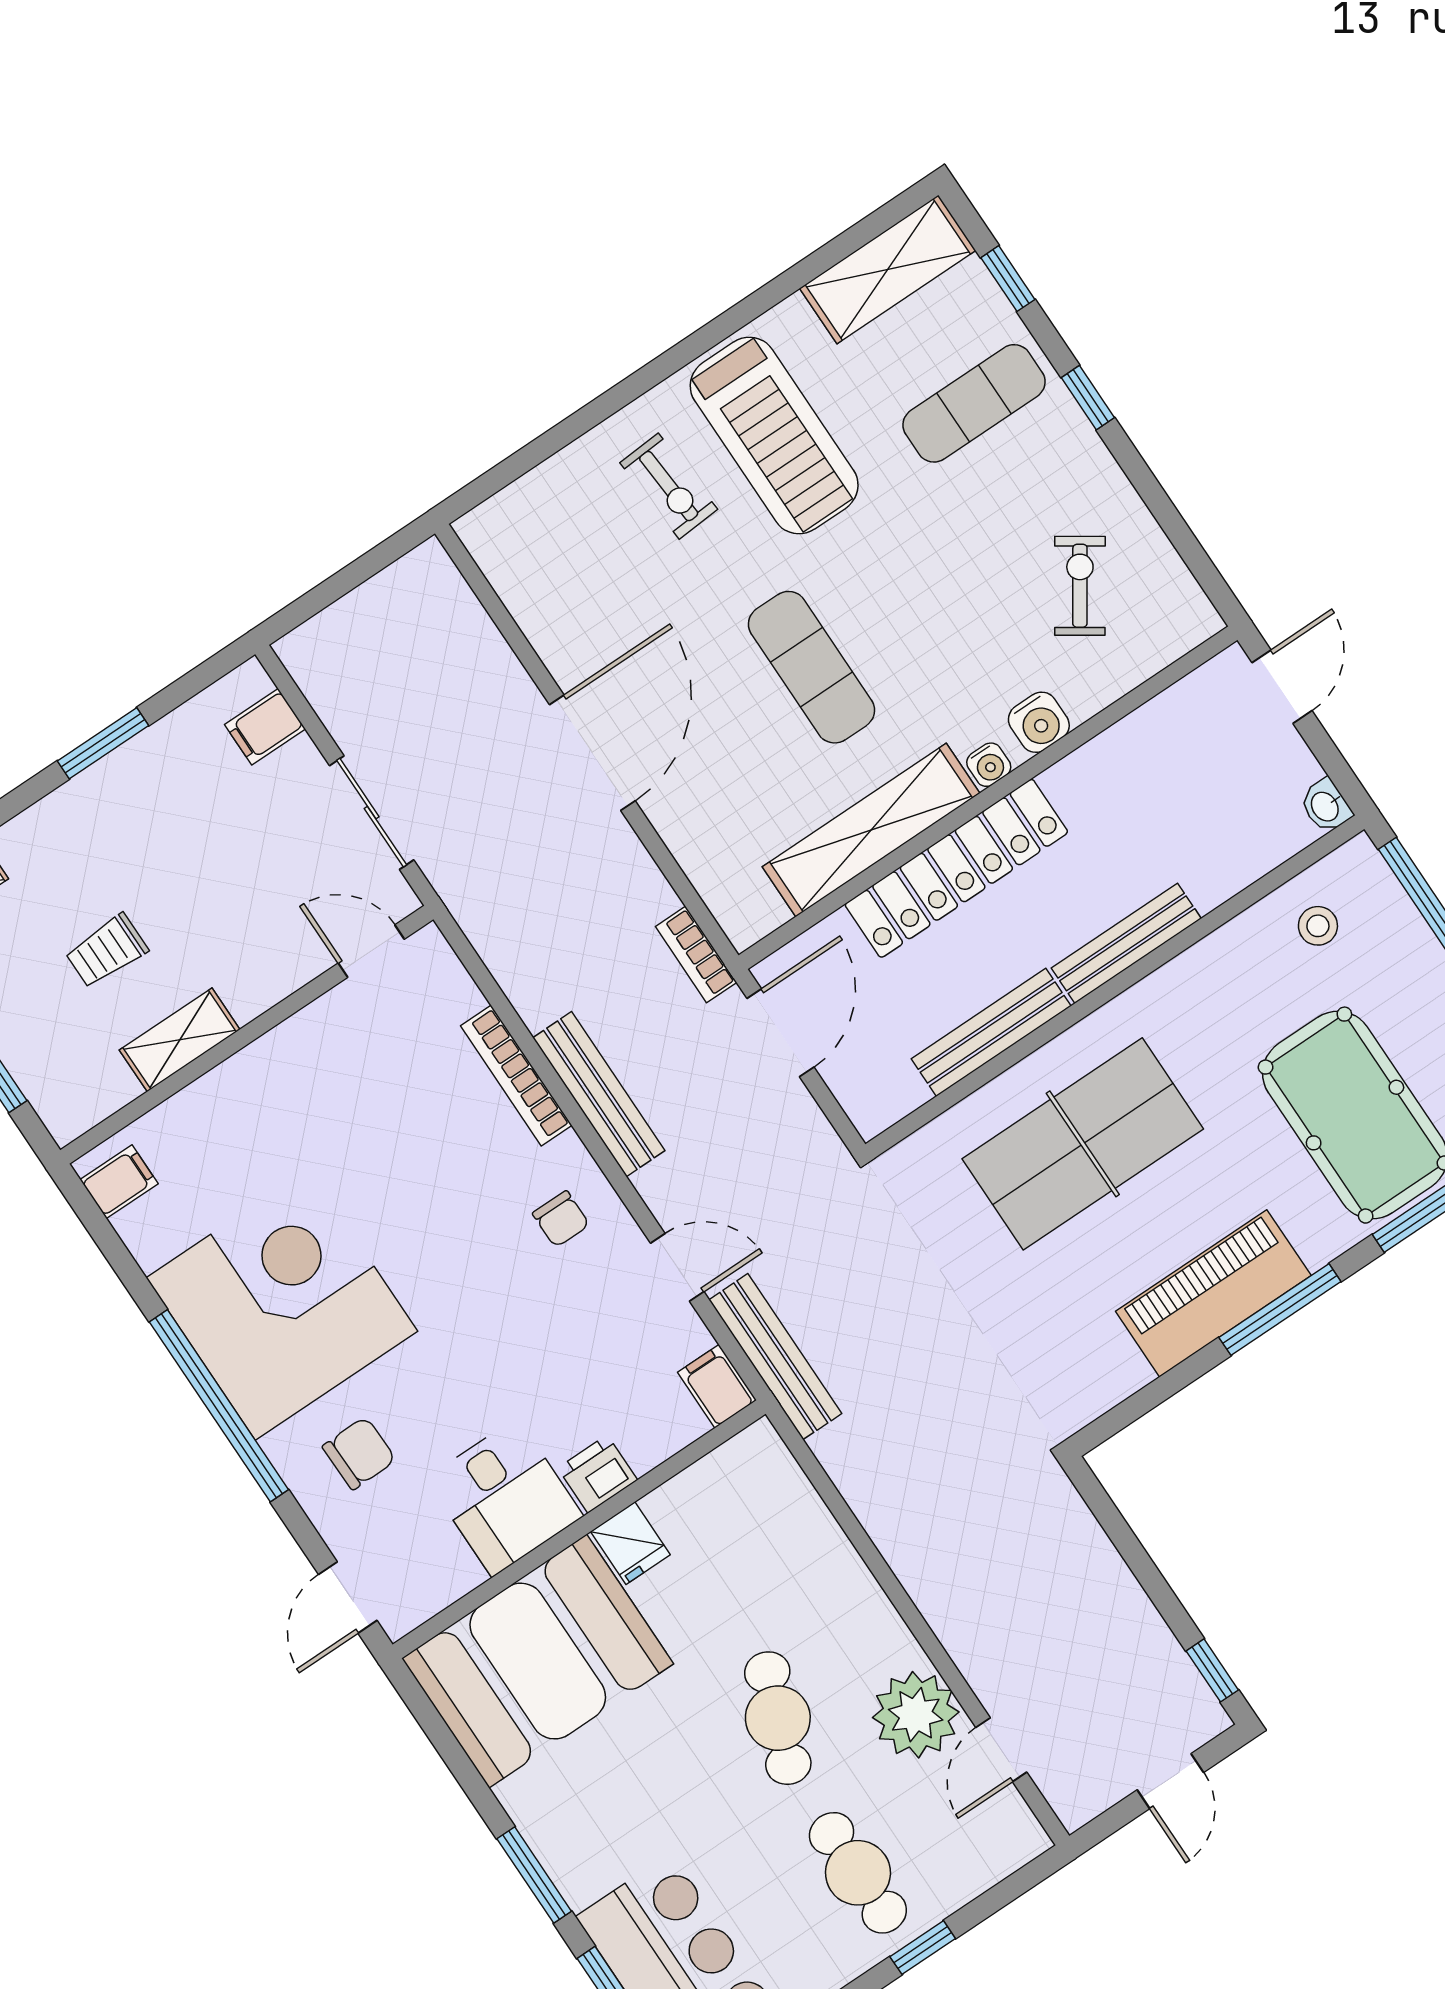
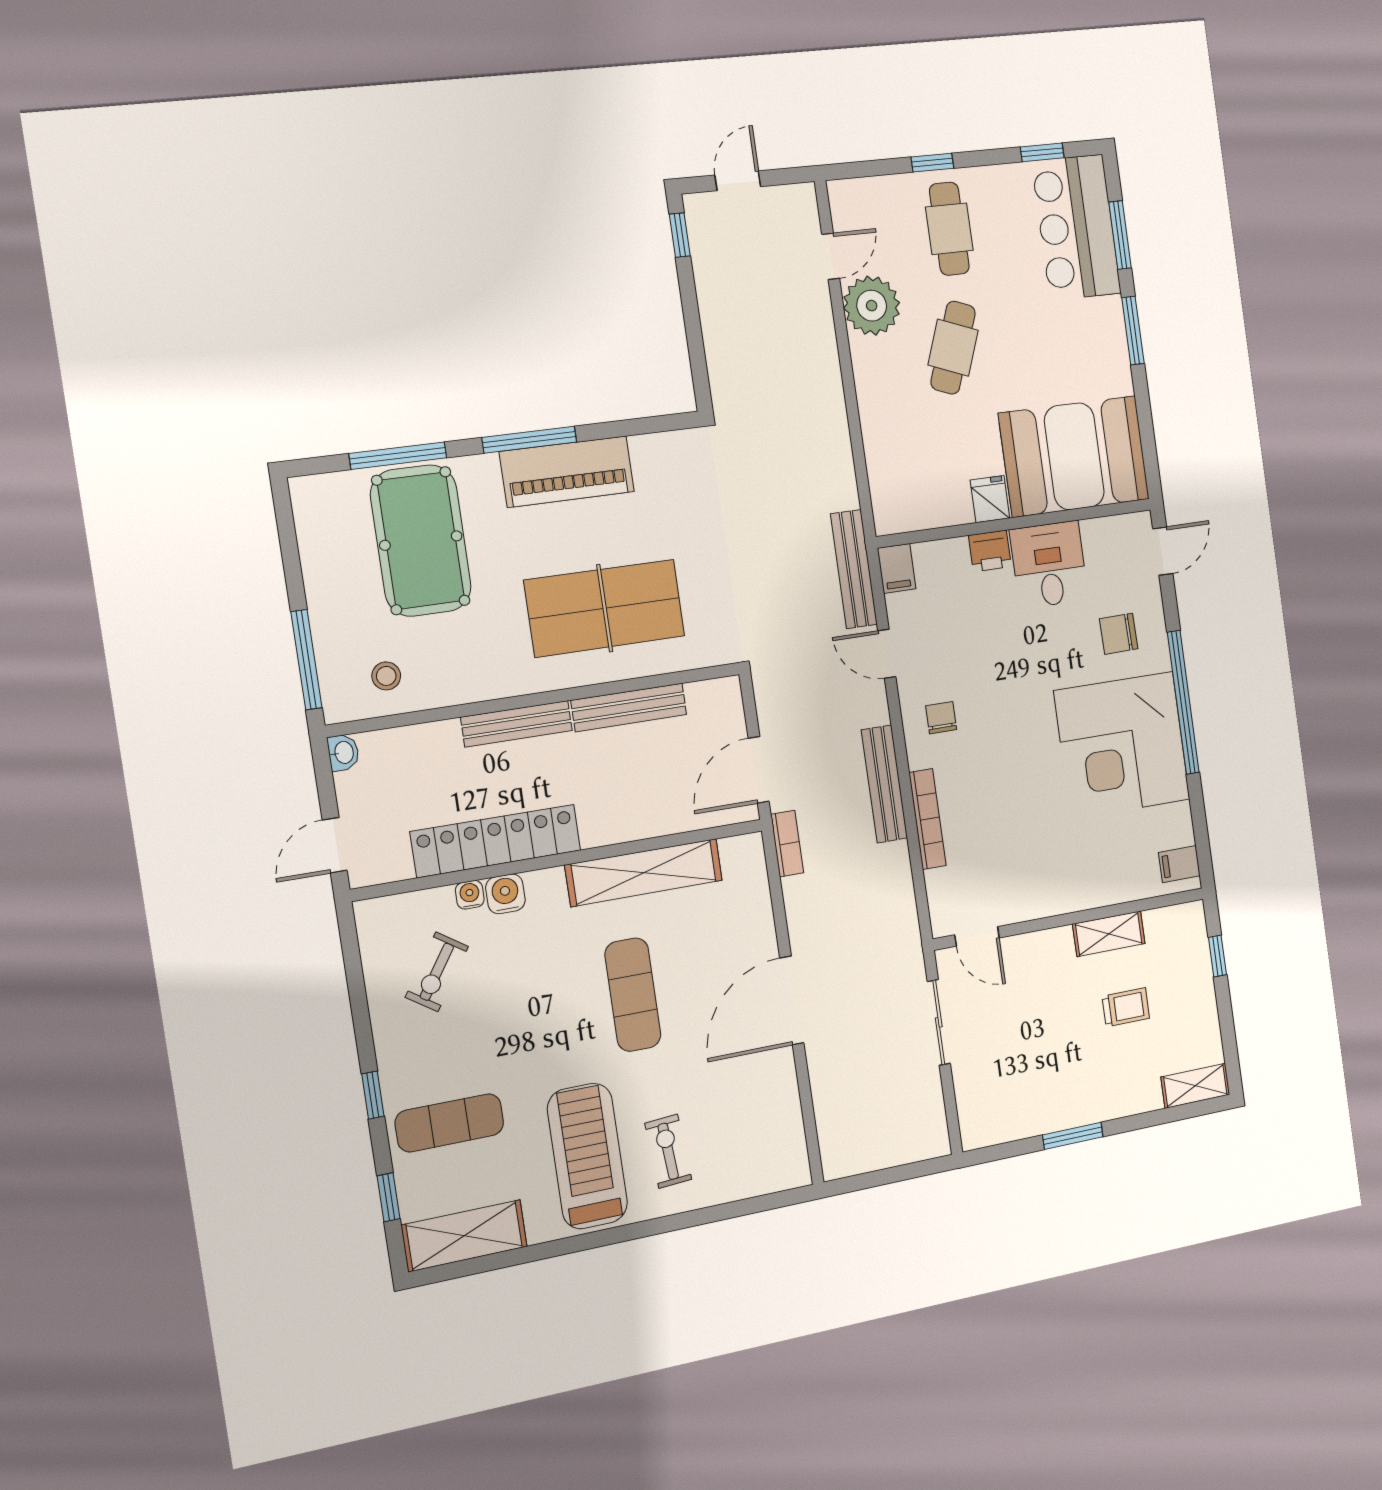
filing cabinet: (265, 727) -> (977, 1104), removed
water cooler: (989, 765) -> (470, 895), moved
locker: (956, 868) -> (496, 841), moved

